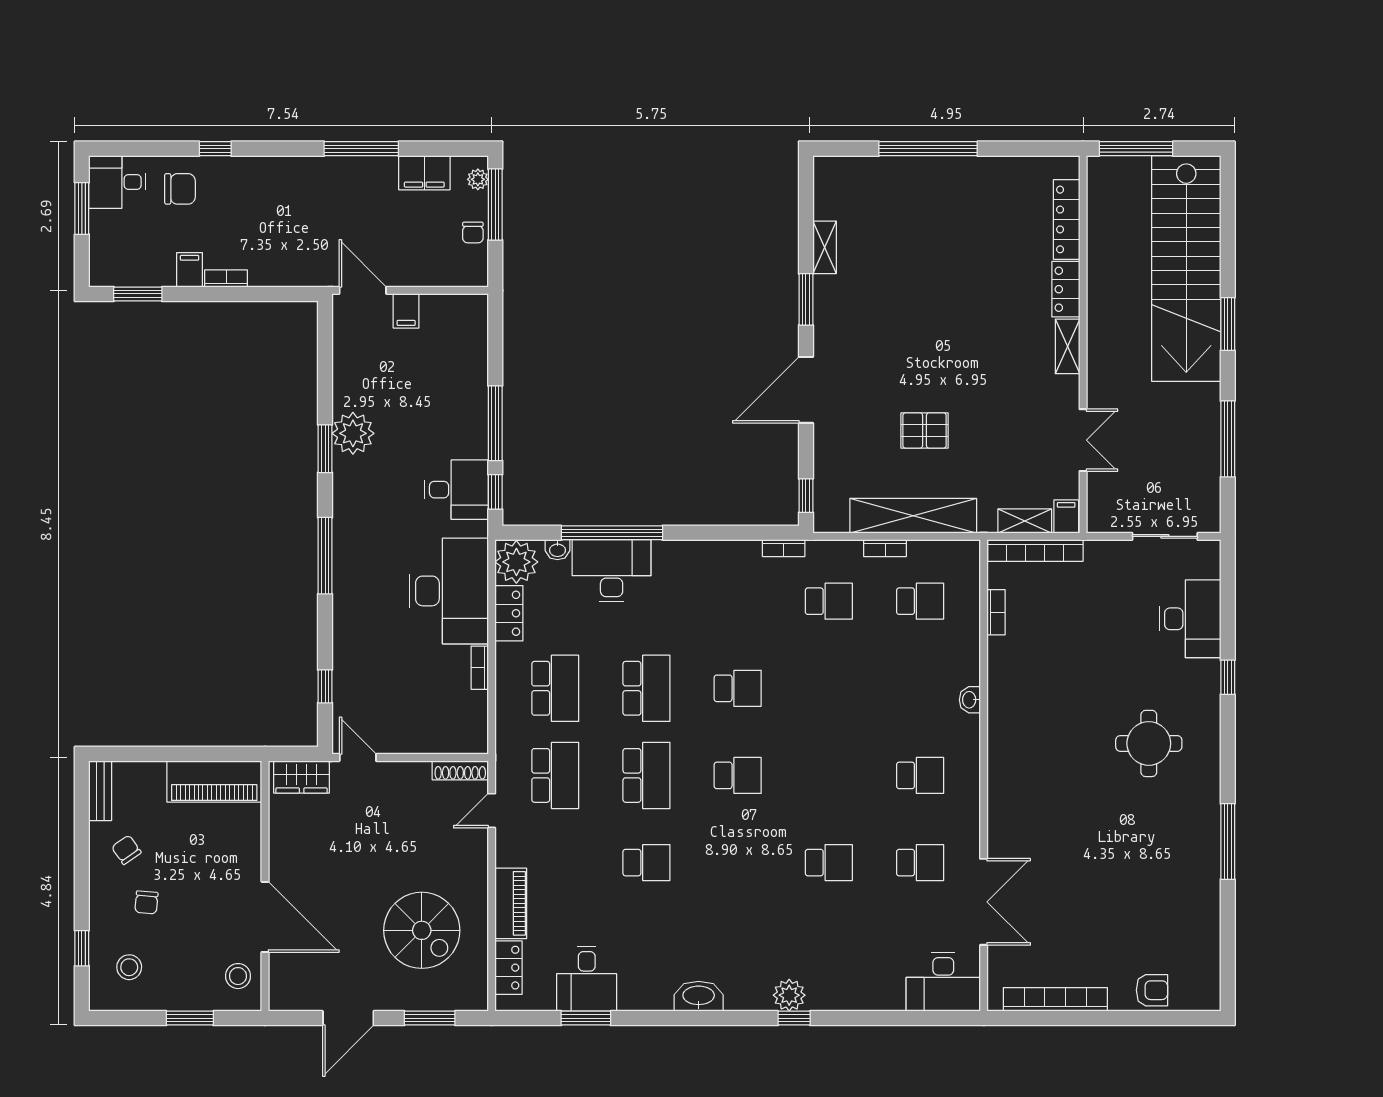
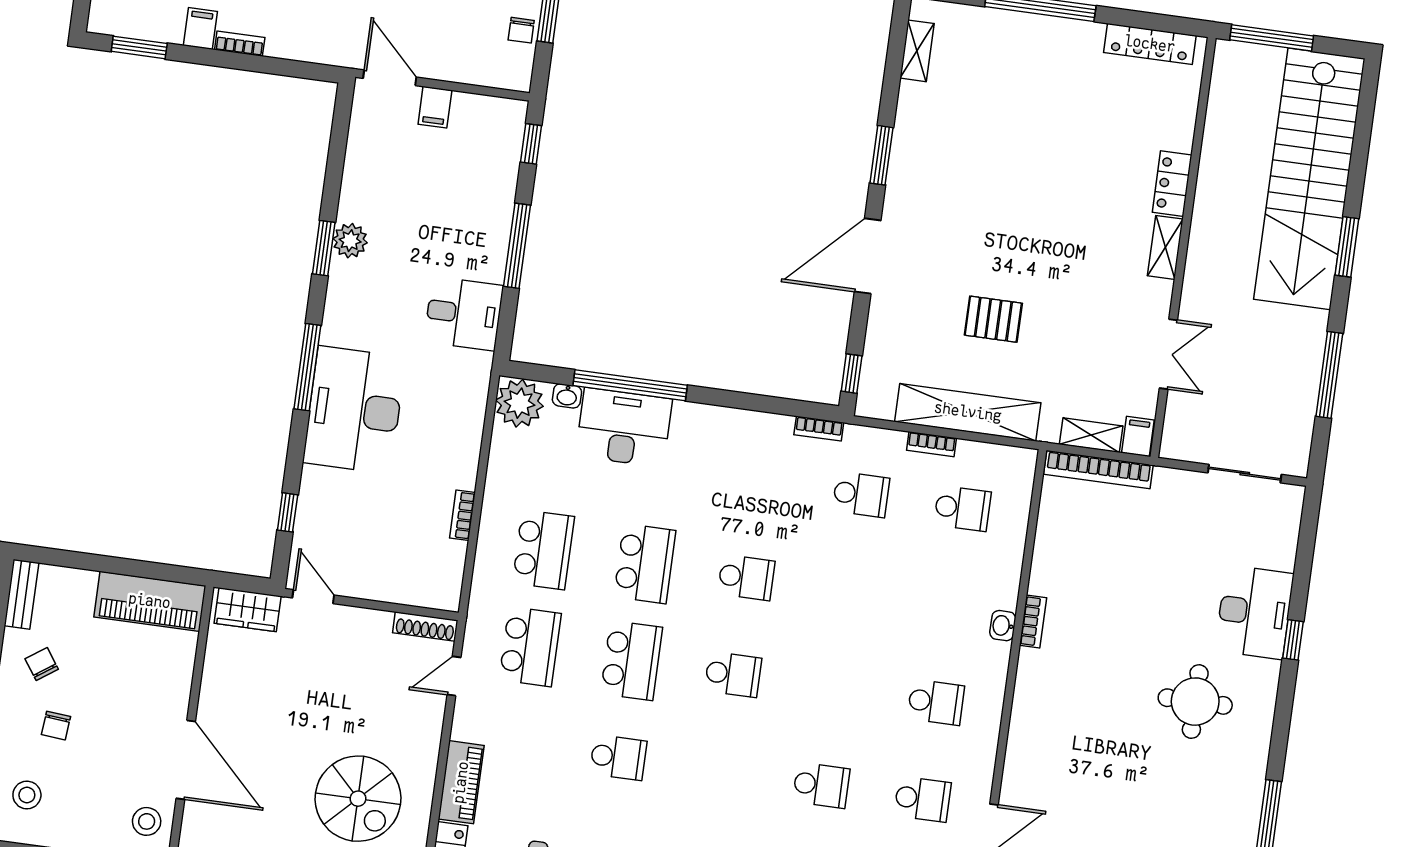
locker: (1067, 219) -> (1150, 44), moved, turned -90
shelving: (825, 247) -> (917, 51), moved
plant: (353, 433) -> (350, 241), width x0.73, depth x0.73
window: (495, 492) -> (531, 144), moved
desk: (449, 591) -> (354, 410), moved, turned 180
bookcase: (996, 612) -> (1033, 621), moved
locker: (509, 613) -> (503, 459), removed
desk: (1190, 619) -> (1254, 612), moved

